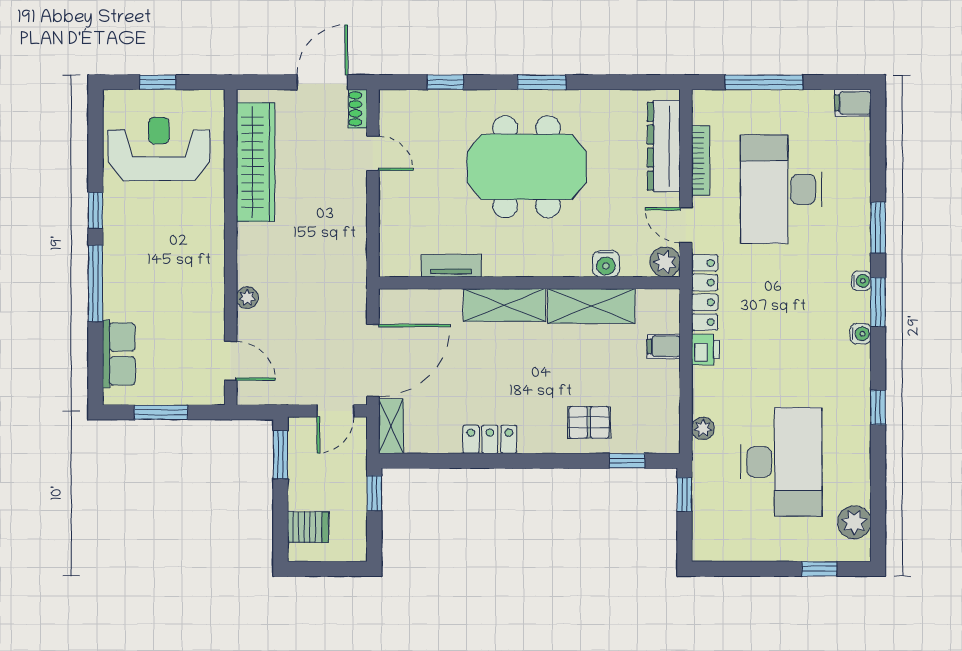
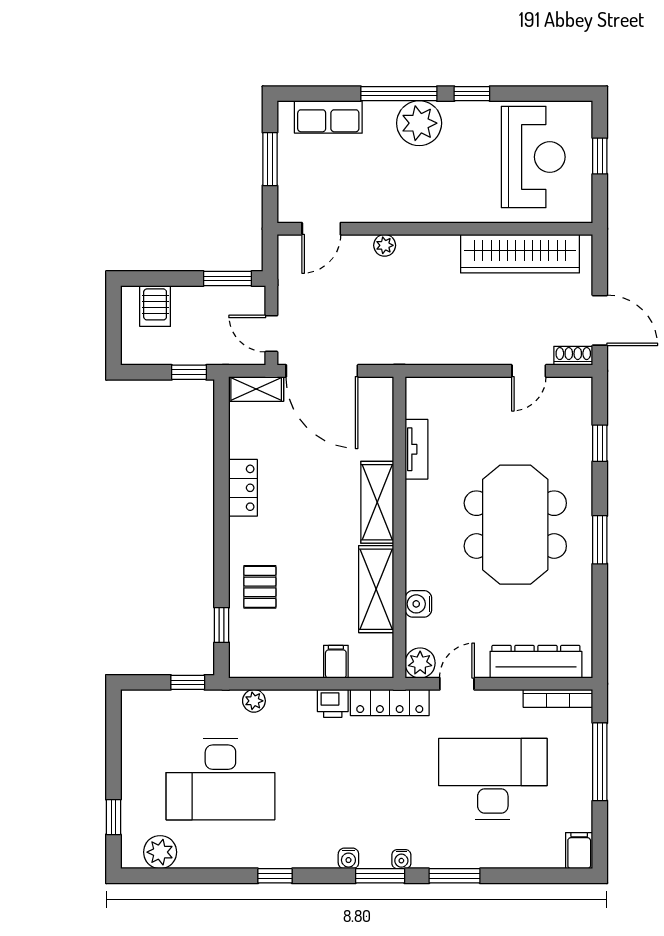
bookcase: (701, 161) -> (558, 698), moved
plant: (125, 263) -> (419, 123), added

